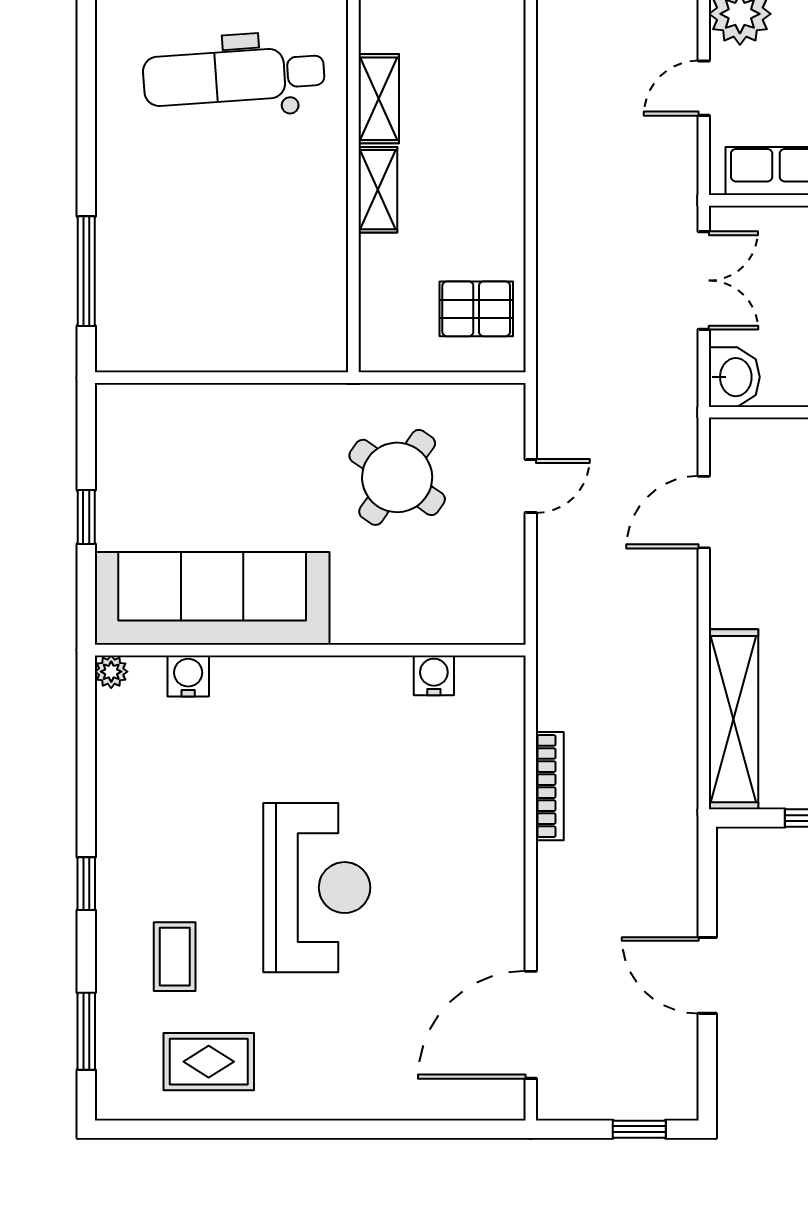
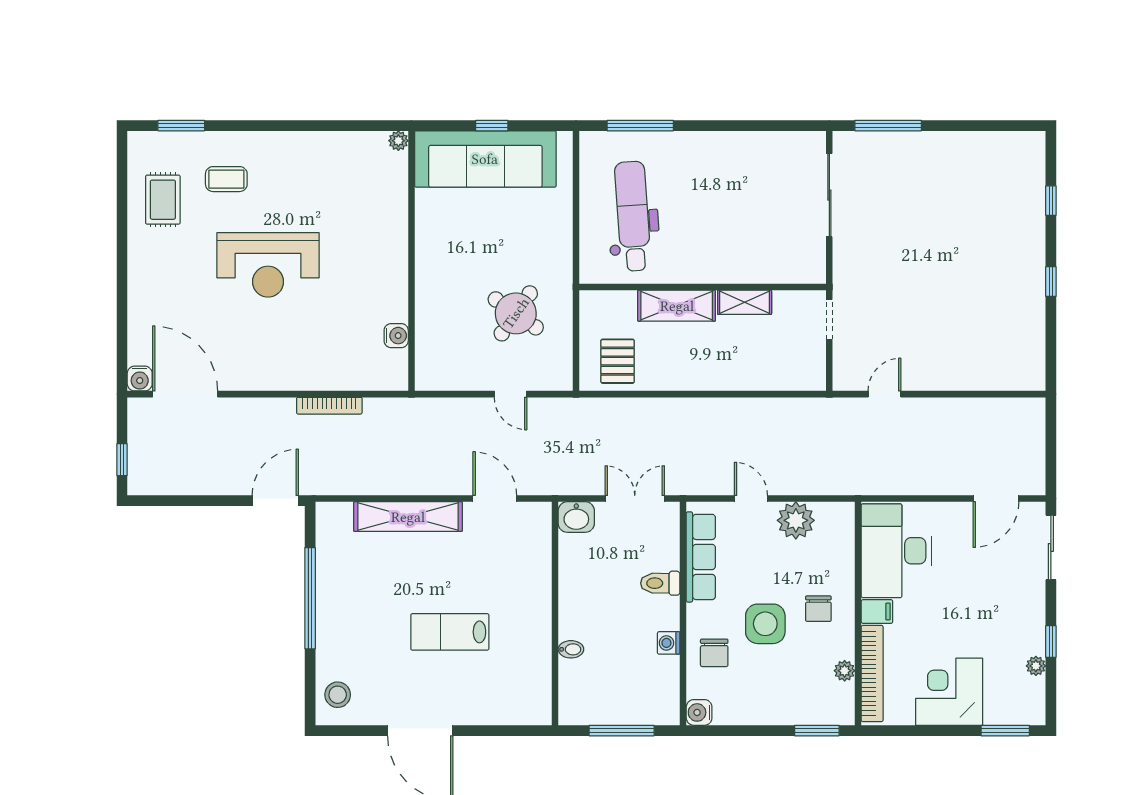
dental chair: (234, 76) -> (633, 216), moved
shelving: (378, 190) -> (677, 306), width x1.50, depth x1.33
double door: (704, 280) -> (635, 499), swing flipped
sofa: (212, 598) -> (485, 159), moved, turned 90
water cooler: (188, 676) -> (140, 379), moved, turned 90
shelving: (734, 719) -> (408, 517), moved
window: (86, 884) -> (270, 126), removed
door: (707, 975) -> (275, 501), moved

